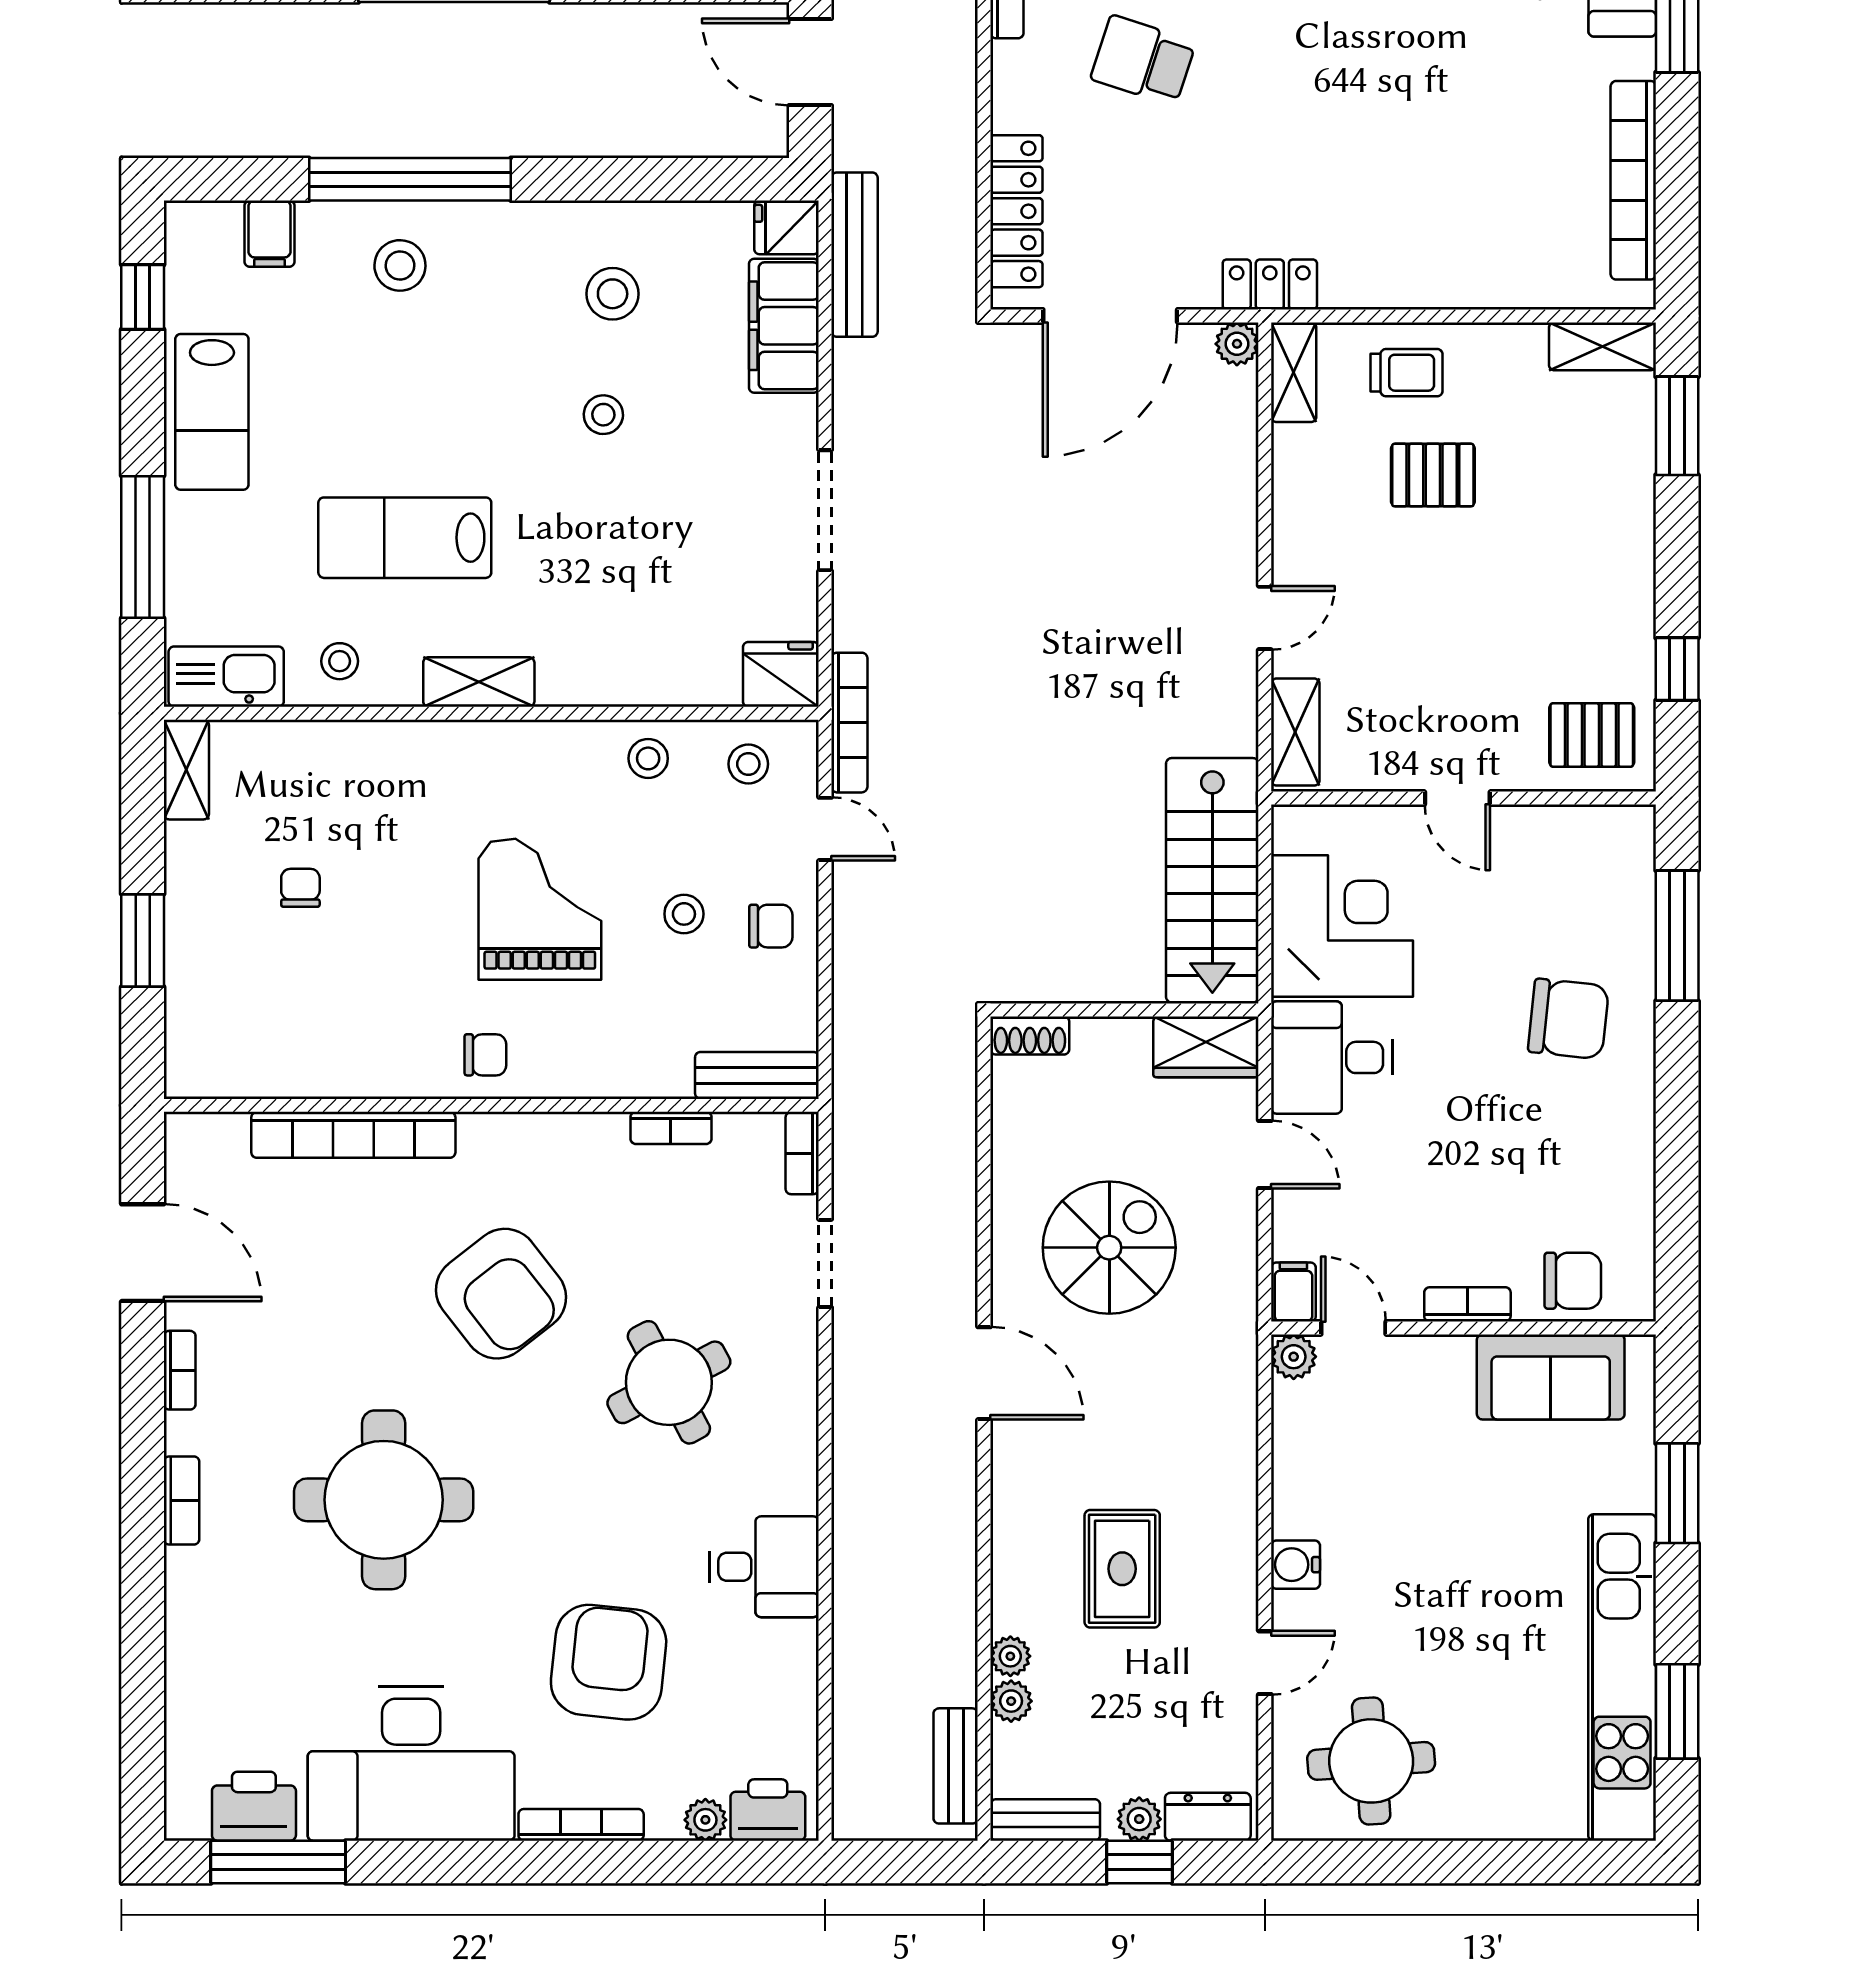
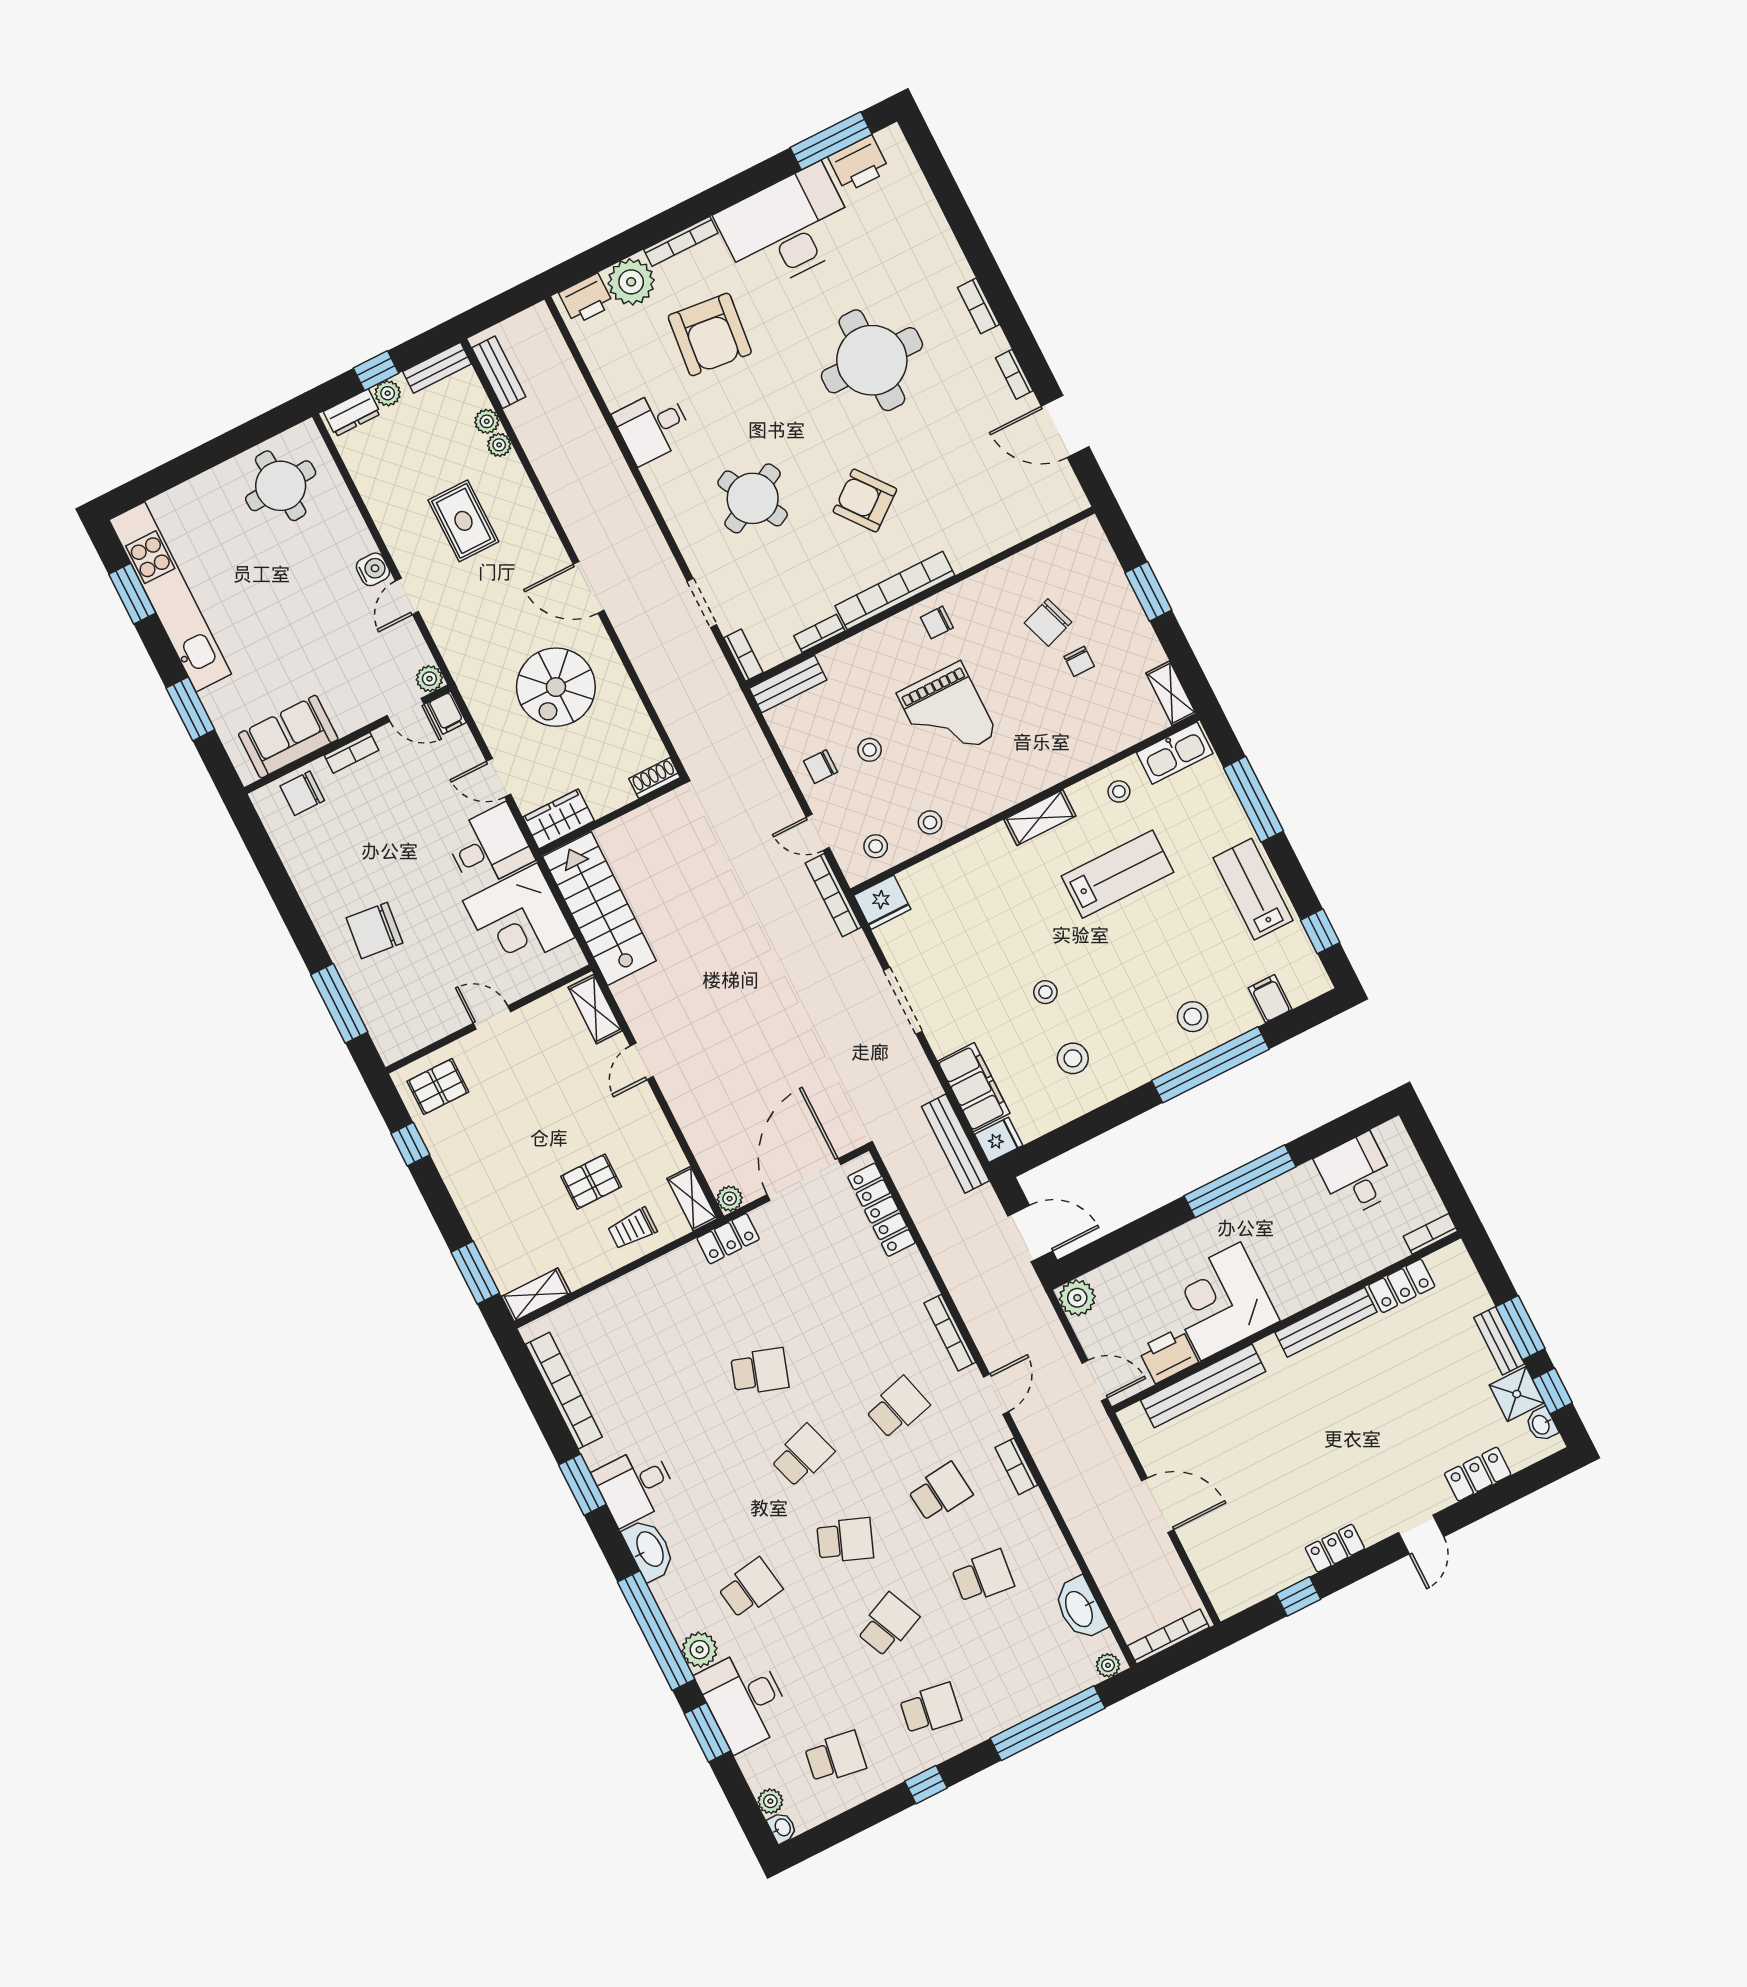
school desk: (1143, 60) -> (760, 1371), moved
chair: (318, 970) -> (1048, 622), added
bookcase: (353, 1135) -> (895, 591), moved
armchair: (501, 1294) -> (865, 500), width x0.73, depth x0.73
door: (1265, 1663) -> (407, 596), moved
plant: (705, 1820) -> (631, 282), width x1.88, depth x1.88

